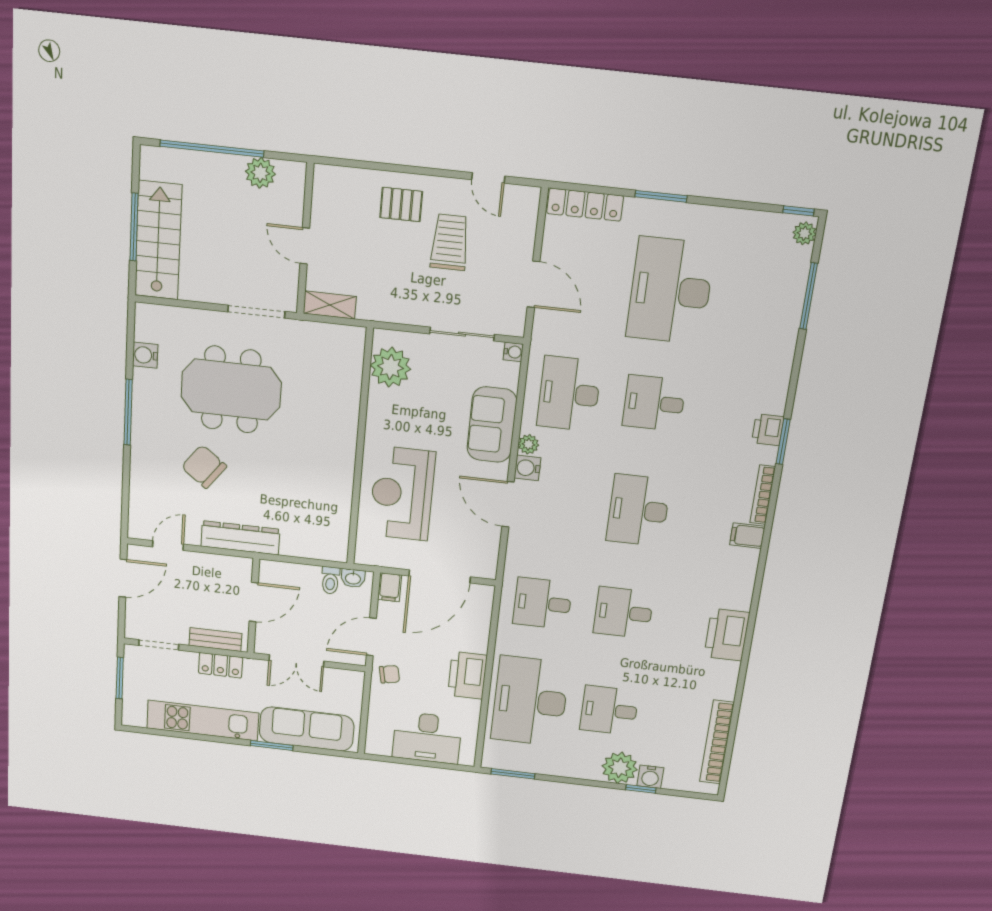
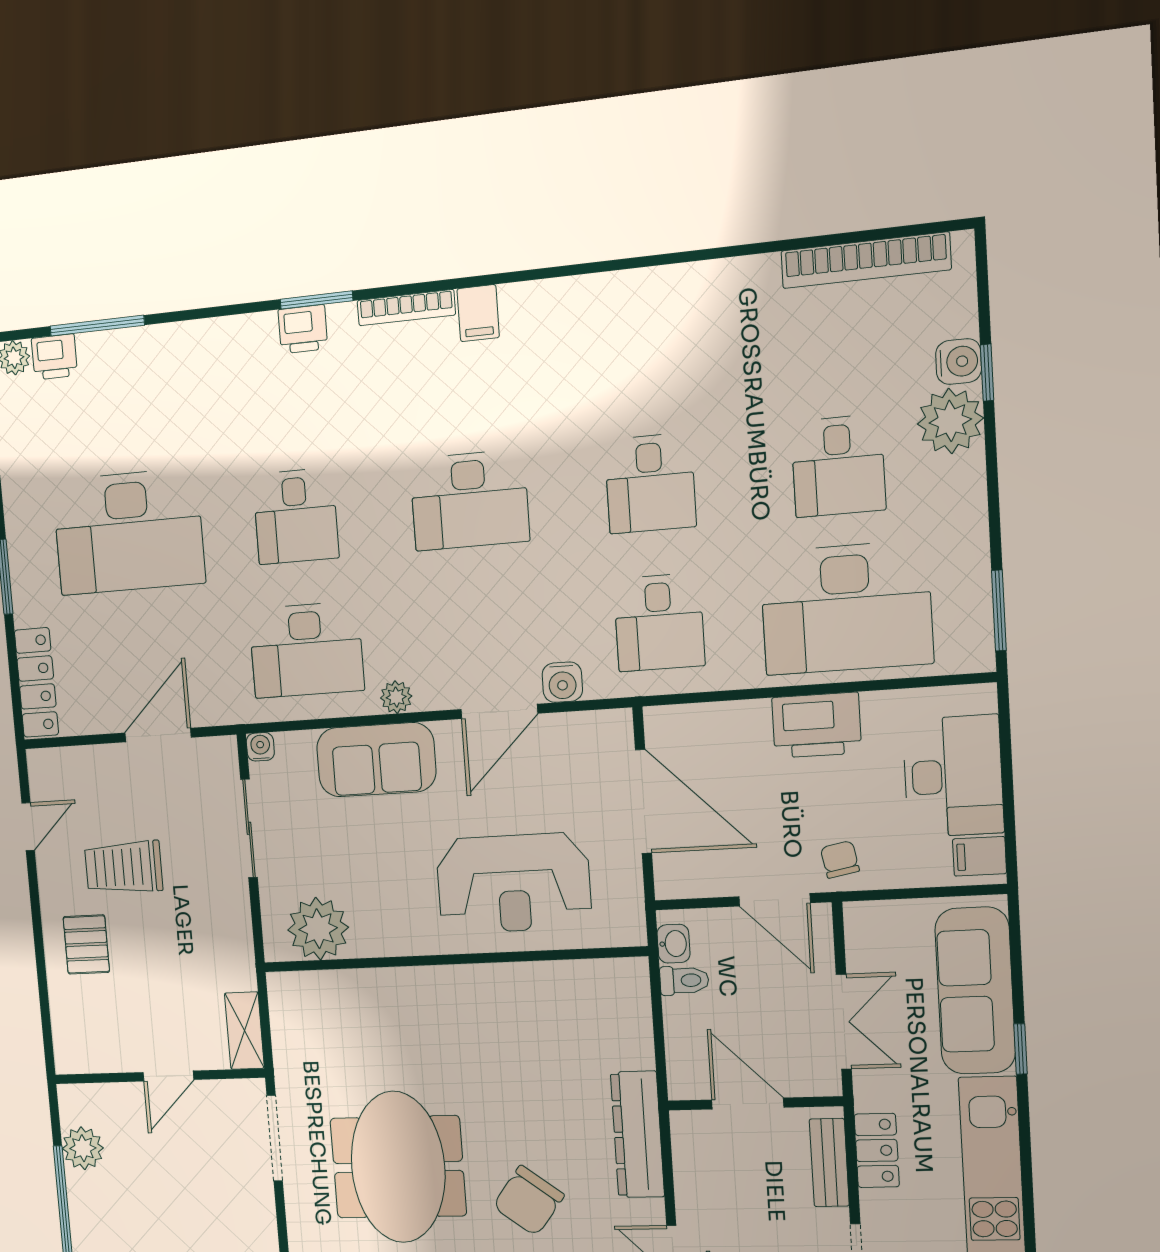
water cooler: (527, 468) -> (562, 682), moved
filing cabinet: (390, 587) -> (979, 856), moved, turned 180
printer: (727, 635) -> (54, 357), moved, width x0.53, depth x0.68
window: (272, 746) -> (1021, 1049), width x0.67

